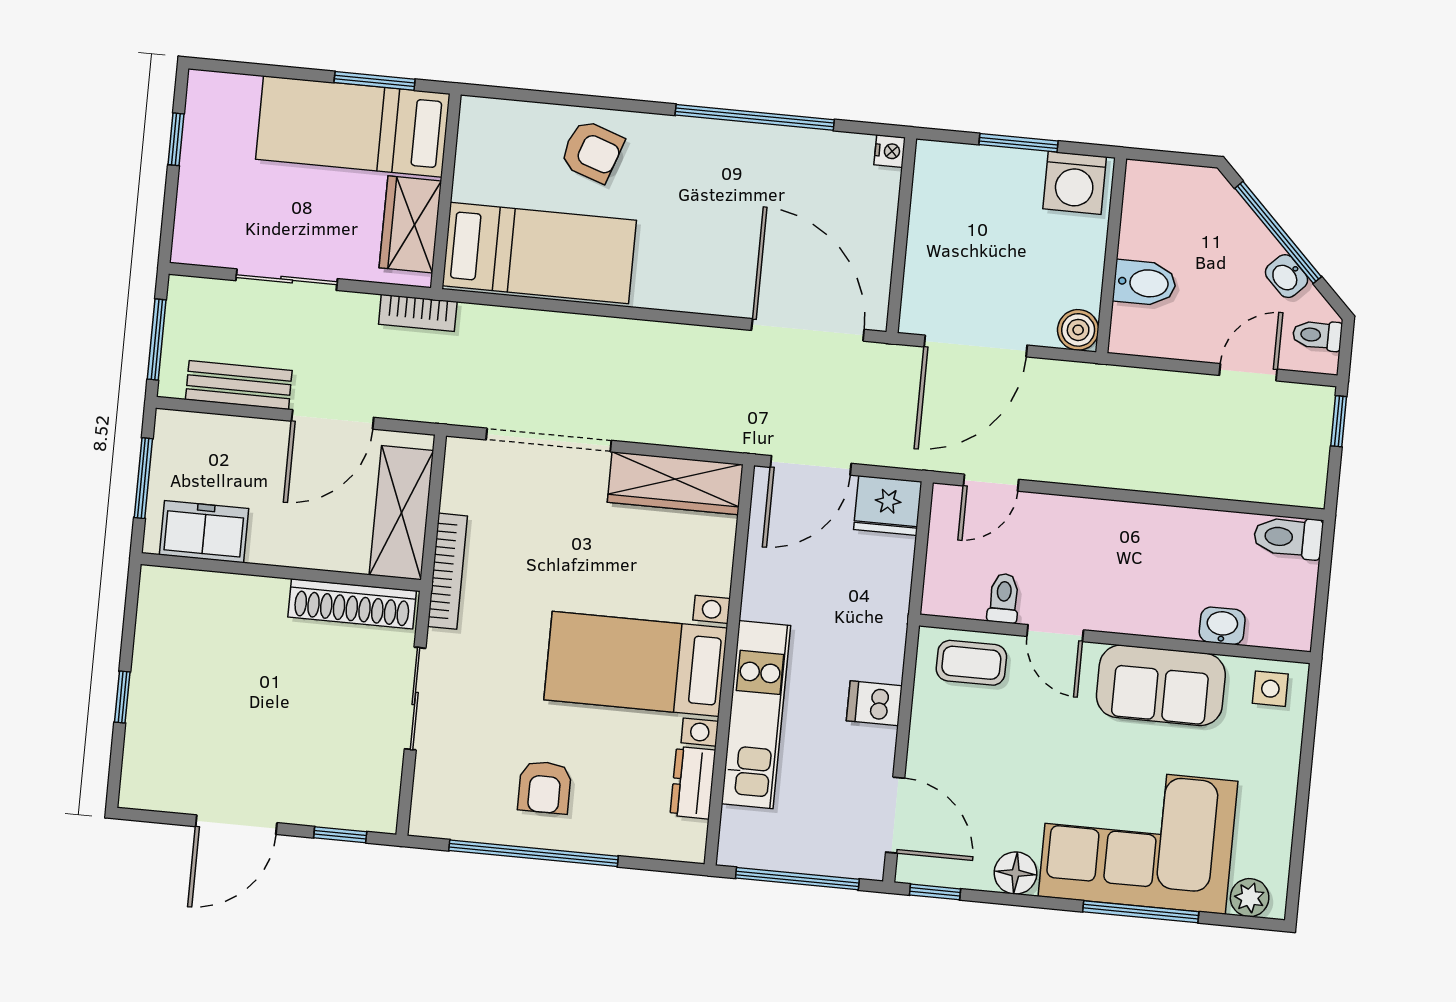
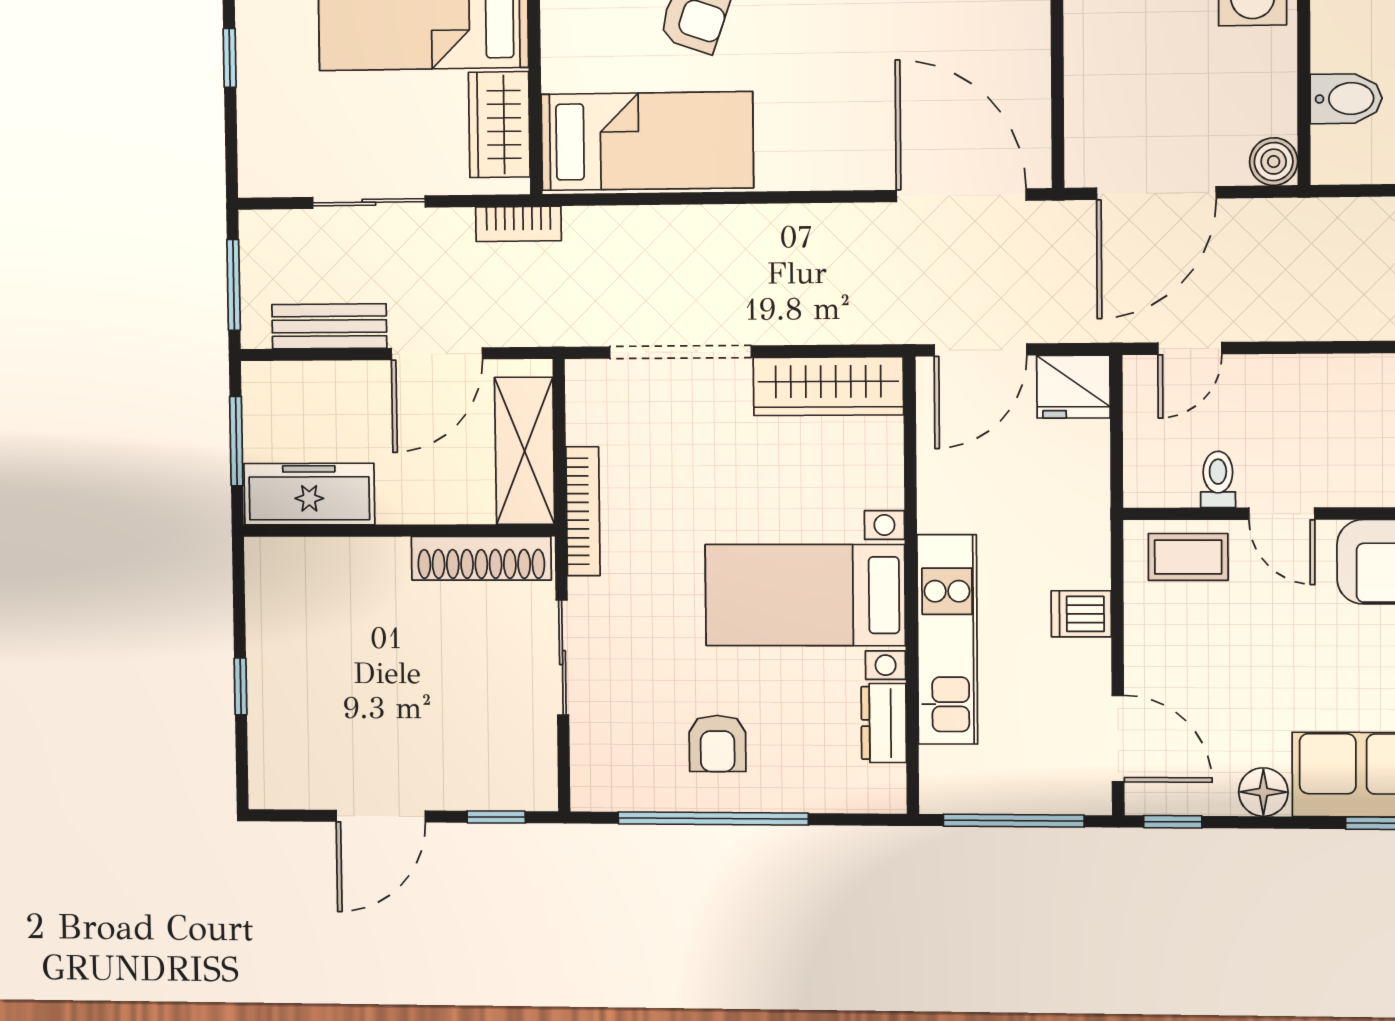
freezer: (204, 532) -> (309, 494), width x1.40

